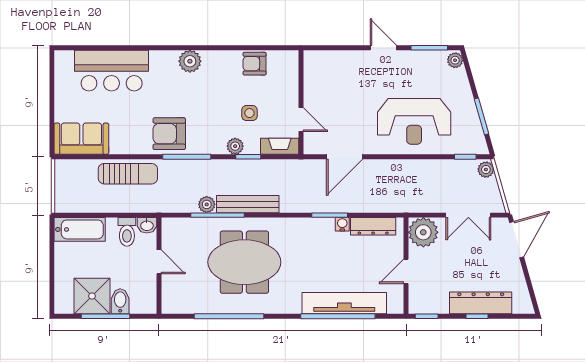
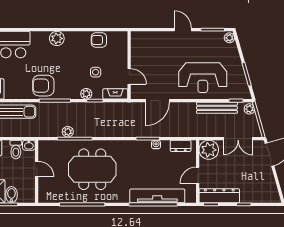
bench: (248, 204) -> (217, 108), moved
dresser: (373, 226) -> (181, 146), width x0.70
dresser: (481, 303) -> (219, 196), moved

